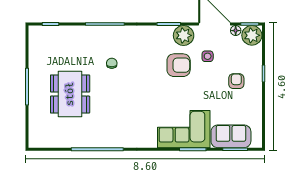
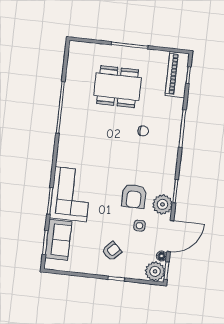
piano: (51, 35) -> (177, 75), added
armchair: (236, 81) -> (112, 251), turned -46

